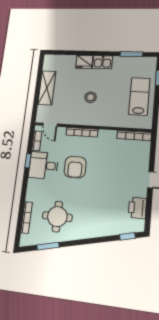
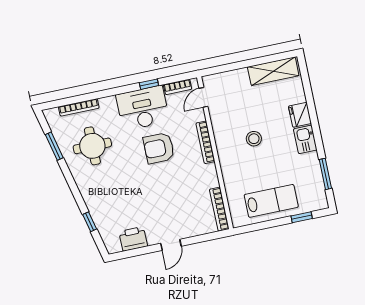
shelving: (47, 88) -> (273, 71), moved
desk: (43, 165) -> (143, 108), width x1.37
window: (127, 236) -> (90, 222), moved

